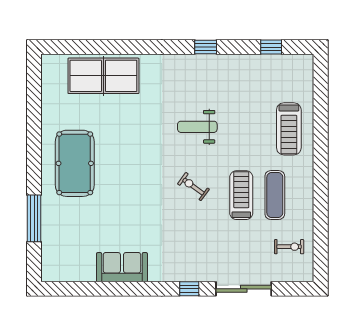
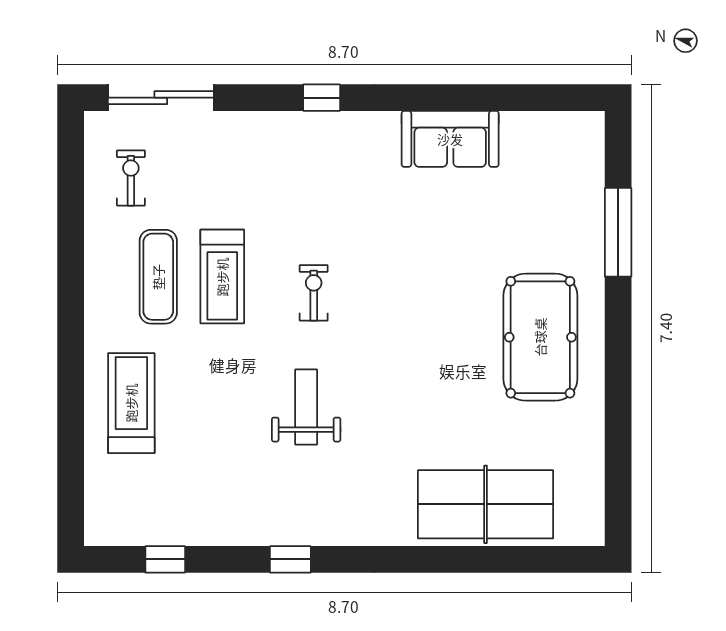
weight bench: (197, 127) -> (306, 407), turned -90
exercise bike: (193, 187) -> (314, 293), turned -126
exercise bike: (289, 247) -> (131, 178), turned 90
sliding door: (244, 289) -> (161, 98), moved

